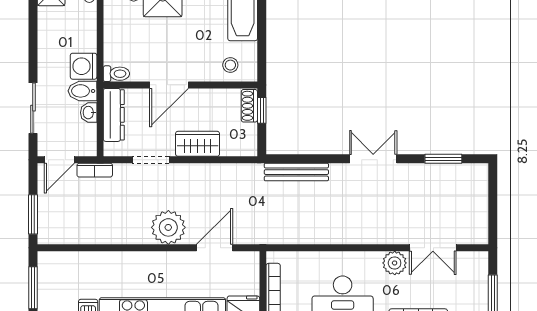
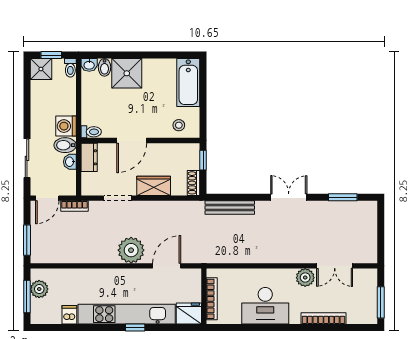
shoe rack: (249, 106) -> (193, 183), moved
dresser: (114, 115) -> (89, 157), width x0.70
plant: (49, 278) -> (39, 289), added

